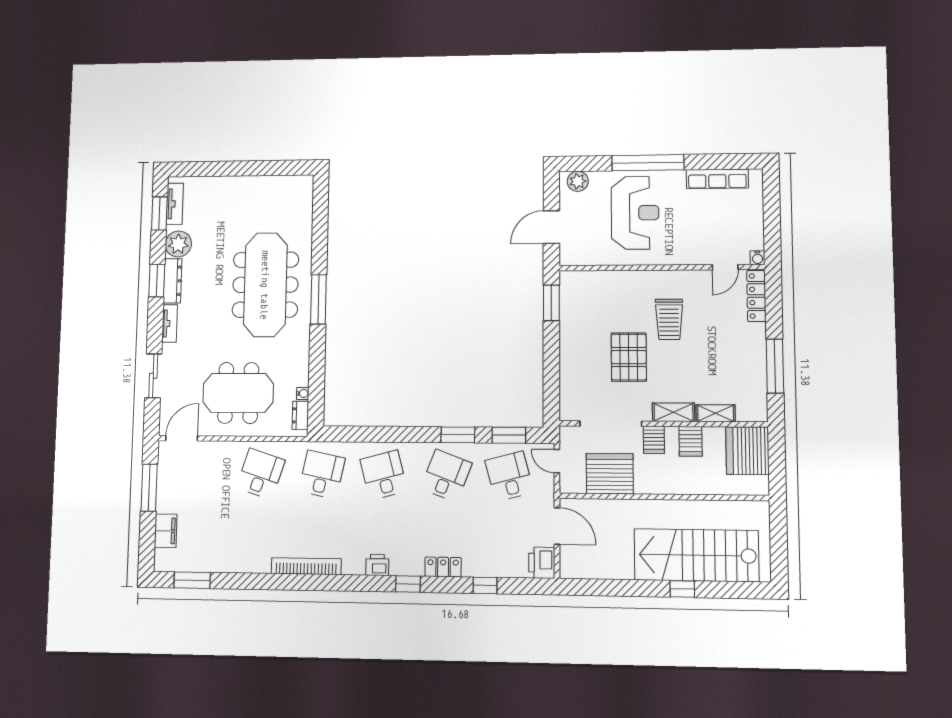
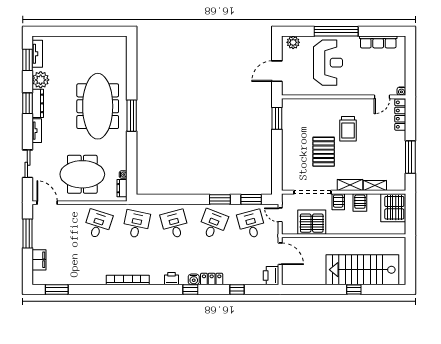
door: (182, 438) -> (47, 203), hinge flipped
water cooler: (414, 567) -> (194, 279), added

